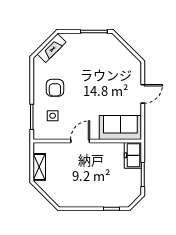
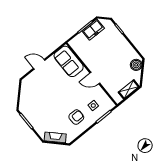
freezer: (133, 155) -> (93, 30), moved
boiler: (59, 196) -> (136, 65), added

